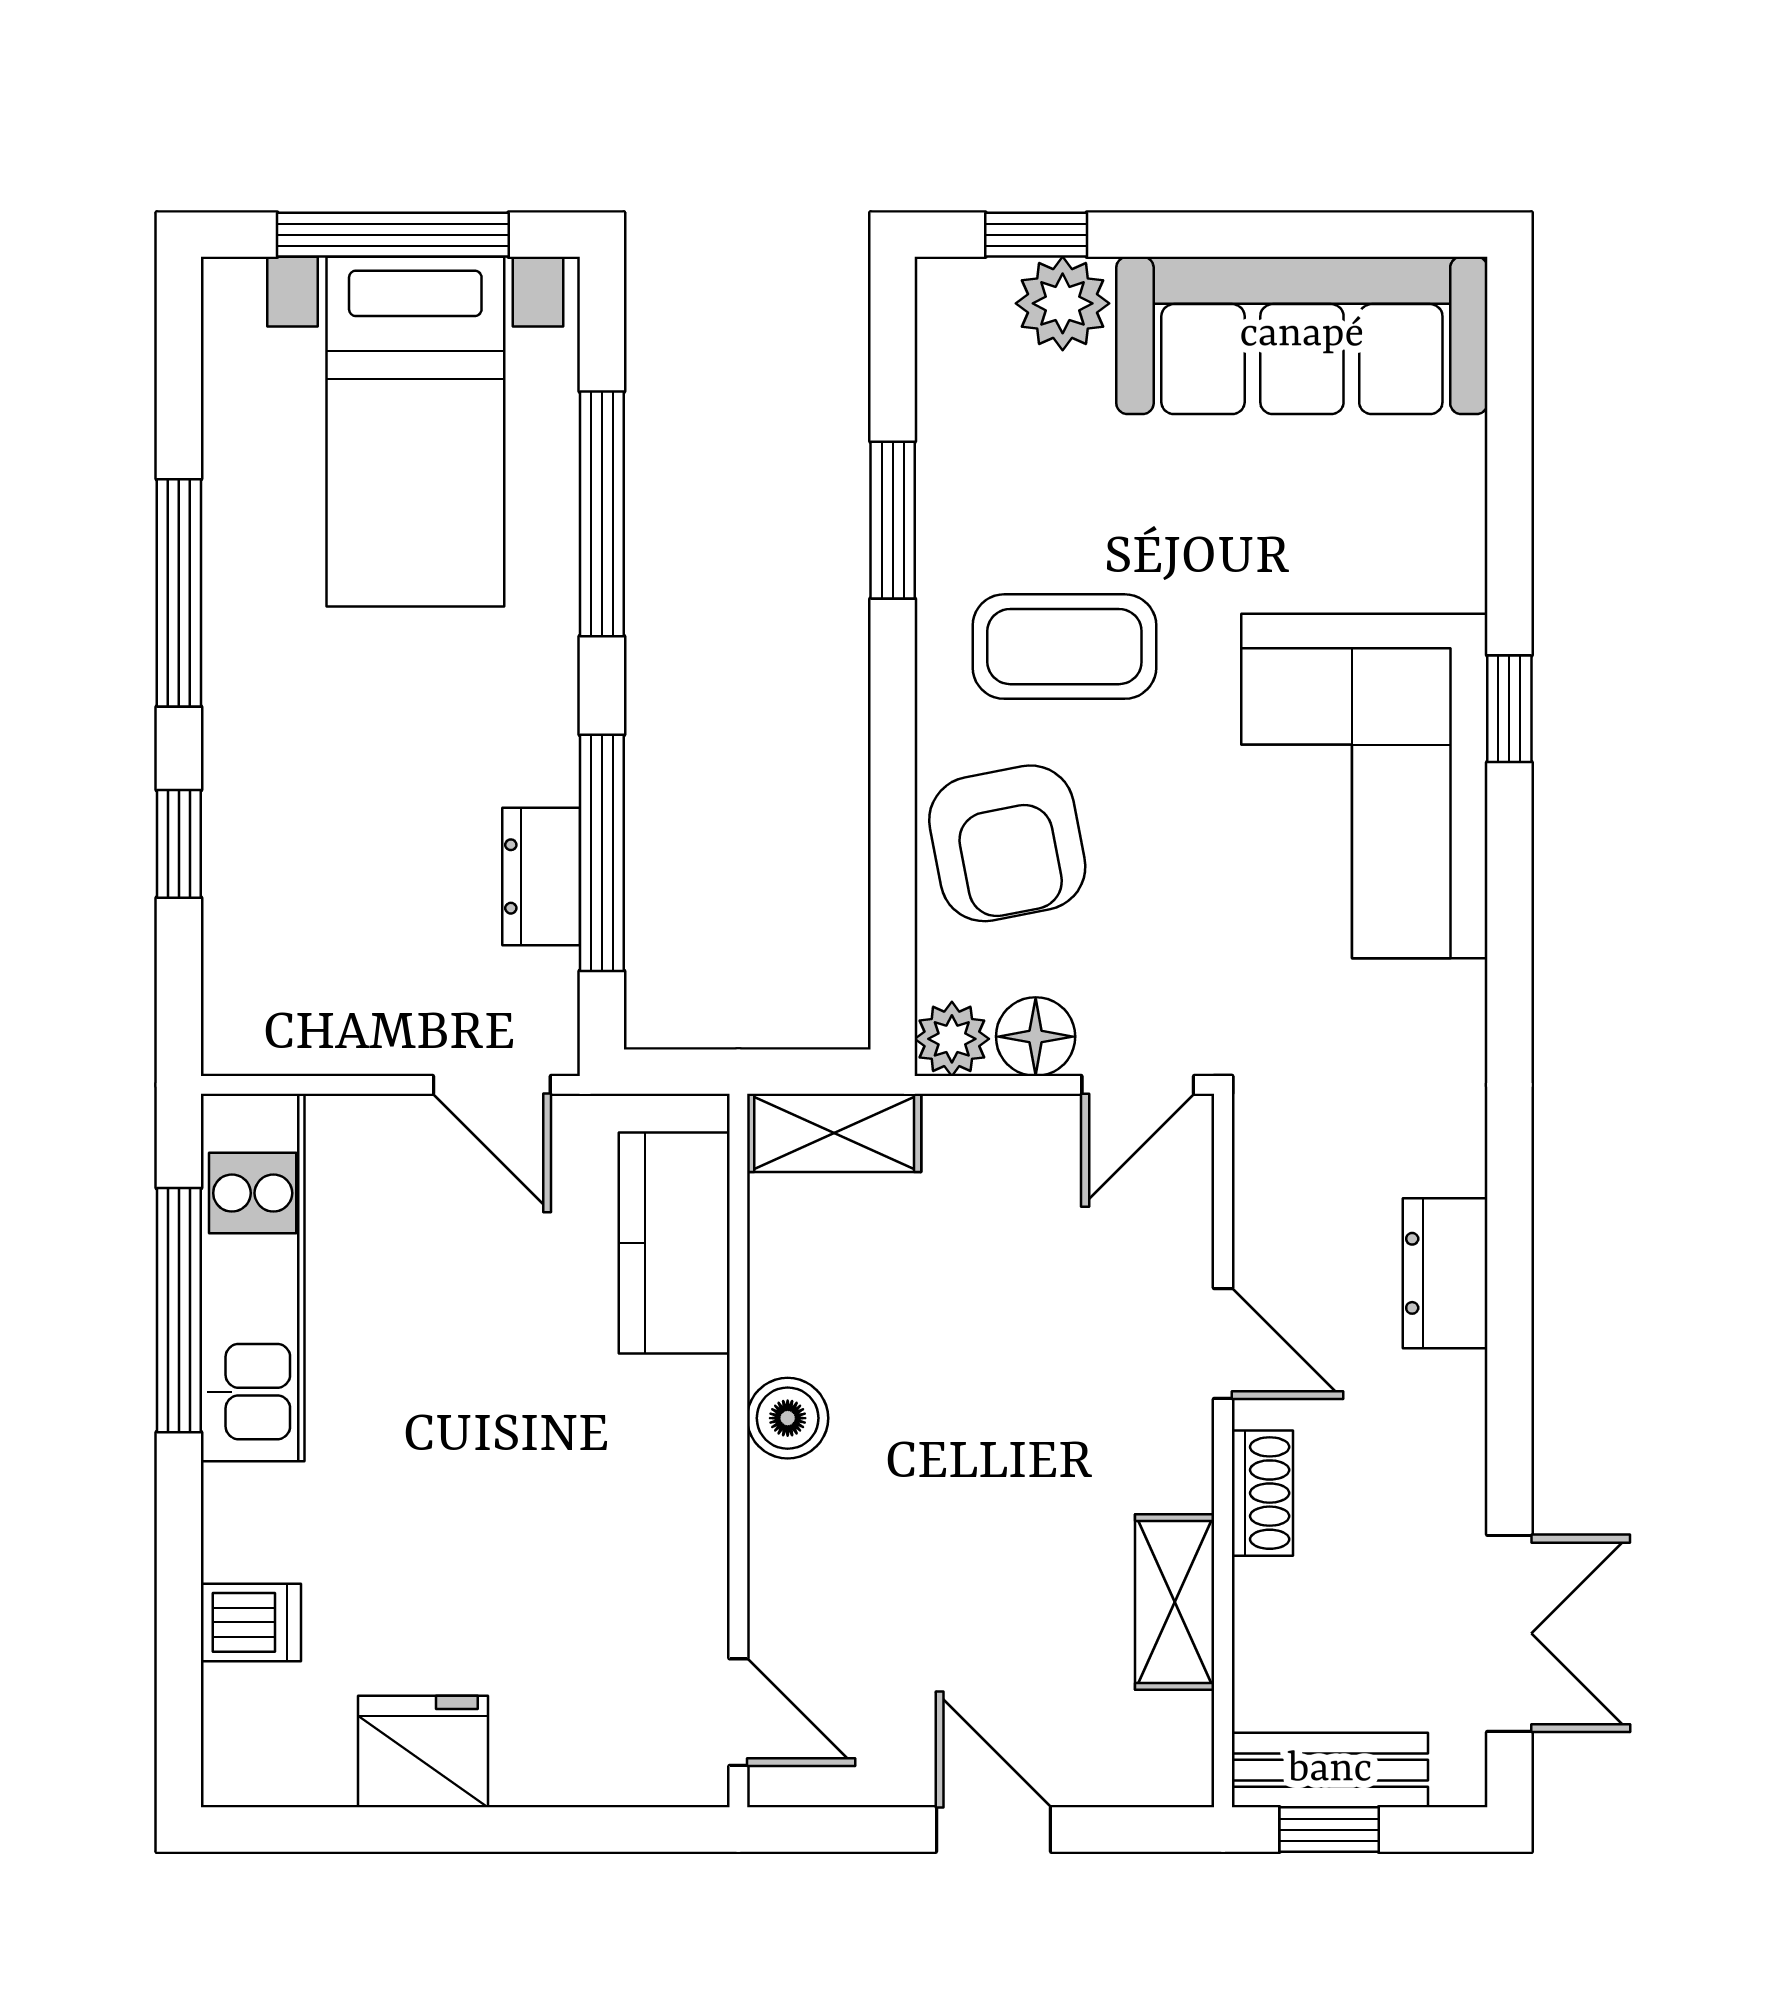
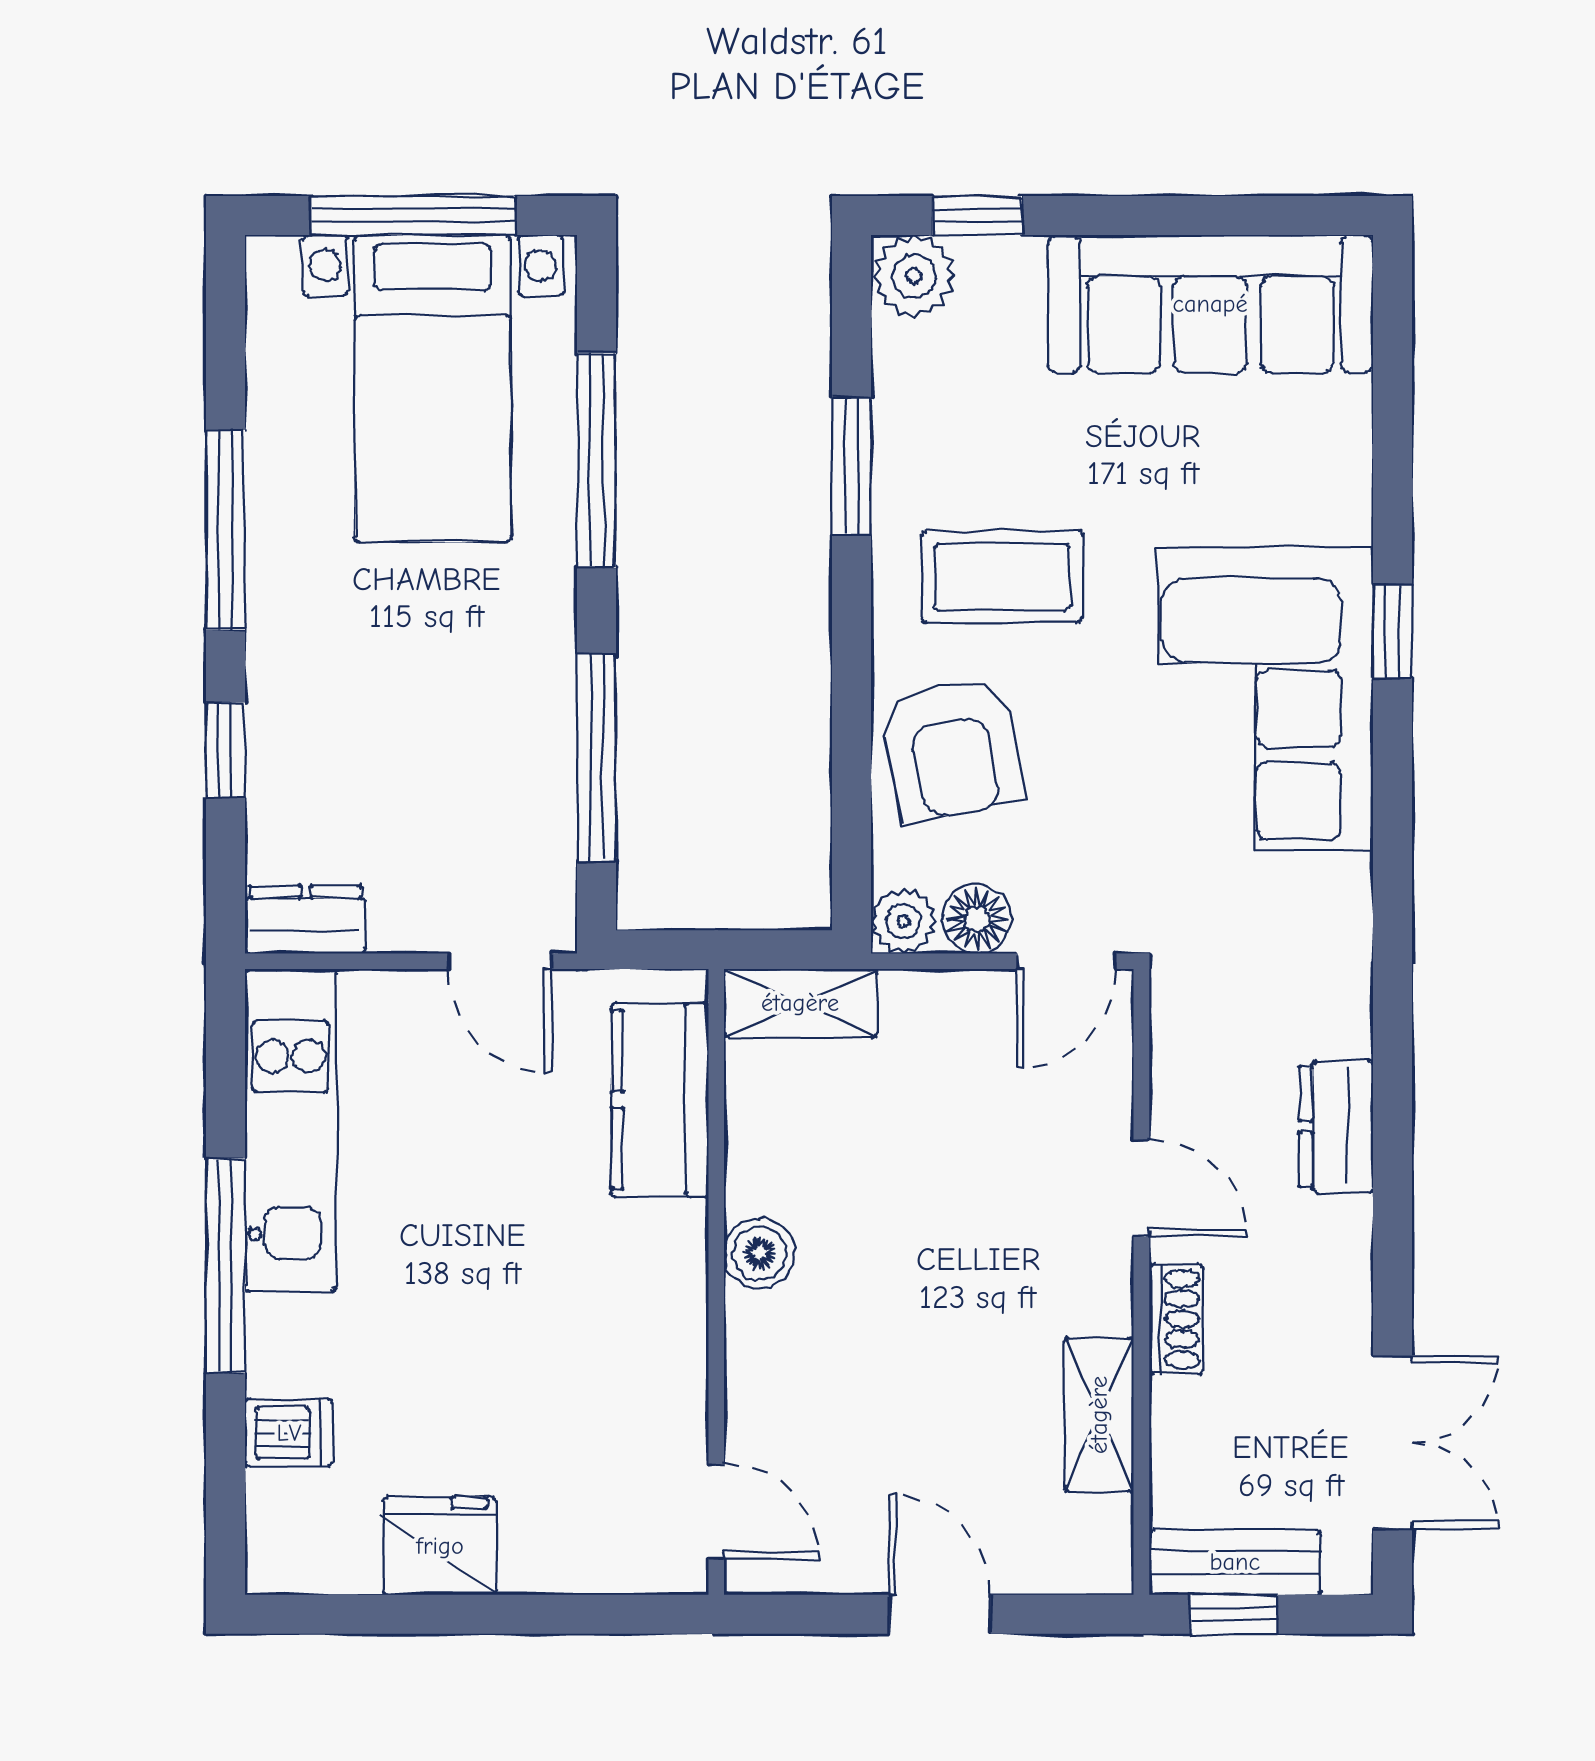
plant: (1063, 303) -> (914, 276), moved
dresser: (541, 876) -> (305, 920), moved, turned 90
window: (179, 1310) -> (226, 1266), moved

